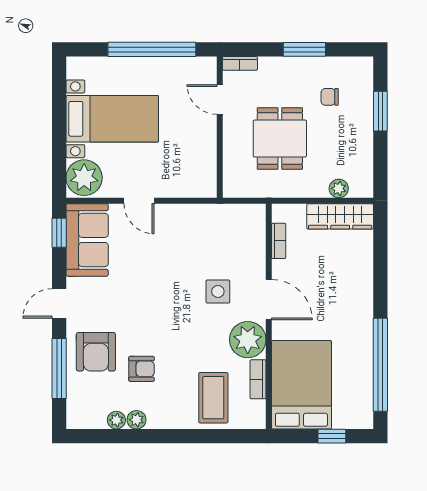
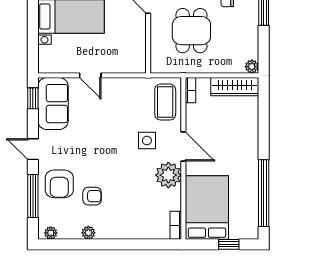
plant: (84, 178) -> (51, 59), removed
plant: (339, 188) -> (252, 67), moved
bookcase: (279, 241) -> (191, 90), moved
door: (59, 303) -> (33, 149), hinge flipped
bookcase: (258, 379) -> (176, 225), moved
coffee table: (213, 398) -> (165, 102), moved
plant: (116, 420) -> (51, 233), moved

